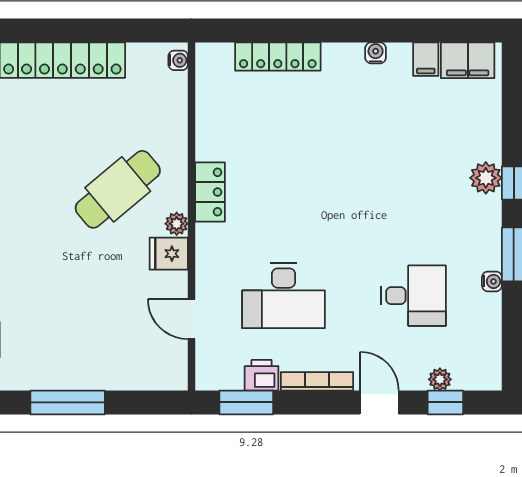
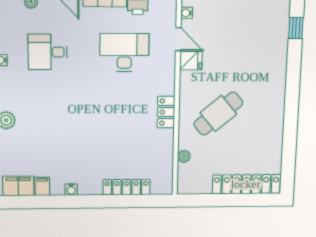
water cooler: (178, 60) -> (187, 13), moved
plant: (177, 224) -> (184, 156), moved
fridge: (169, 254) -> (191, 61), moved

